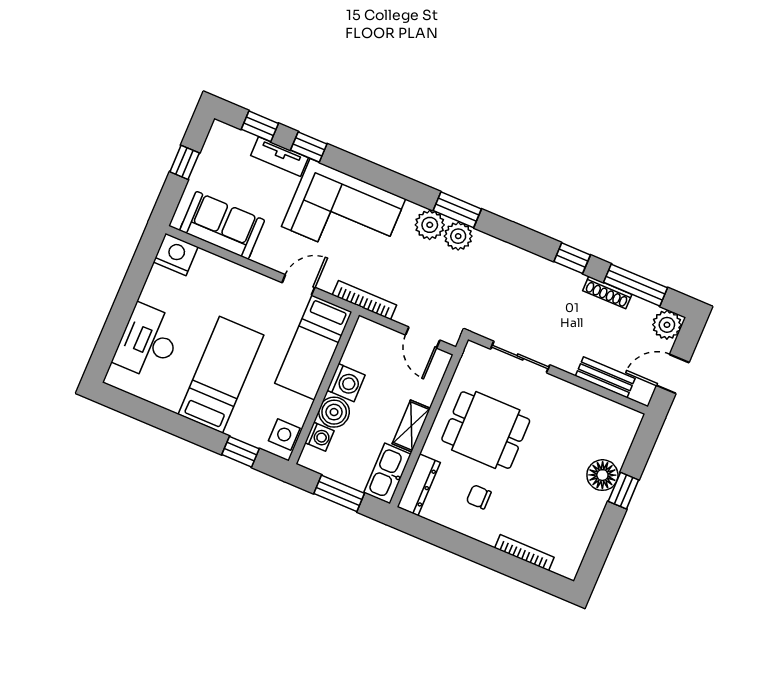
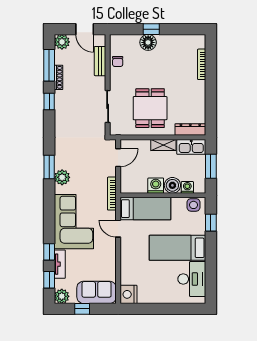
sofa: (222, 225) -> (97, 292), moved, turned 90
plant: (458, 236) -> (62, 296), moved
desk: (148, 342) -> (192, 279), moved, turned -90
chair: (479, 497) -> (118, 61), moved

